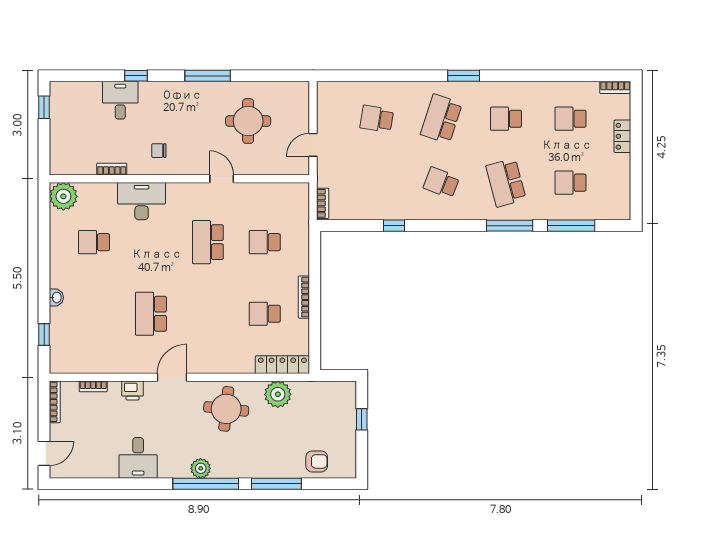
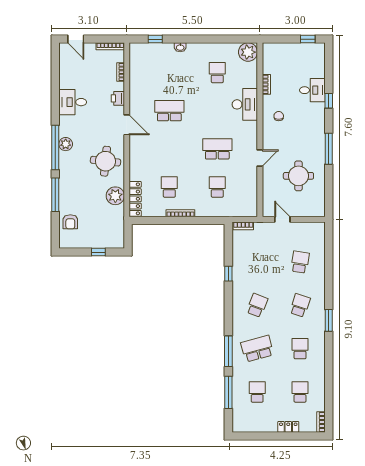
school desk: (441, 119) -> (300, 305), width x0.54

